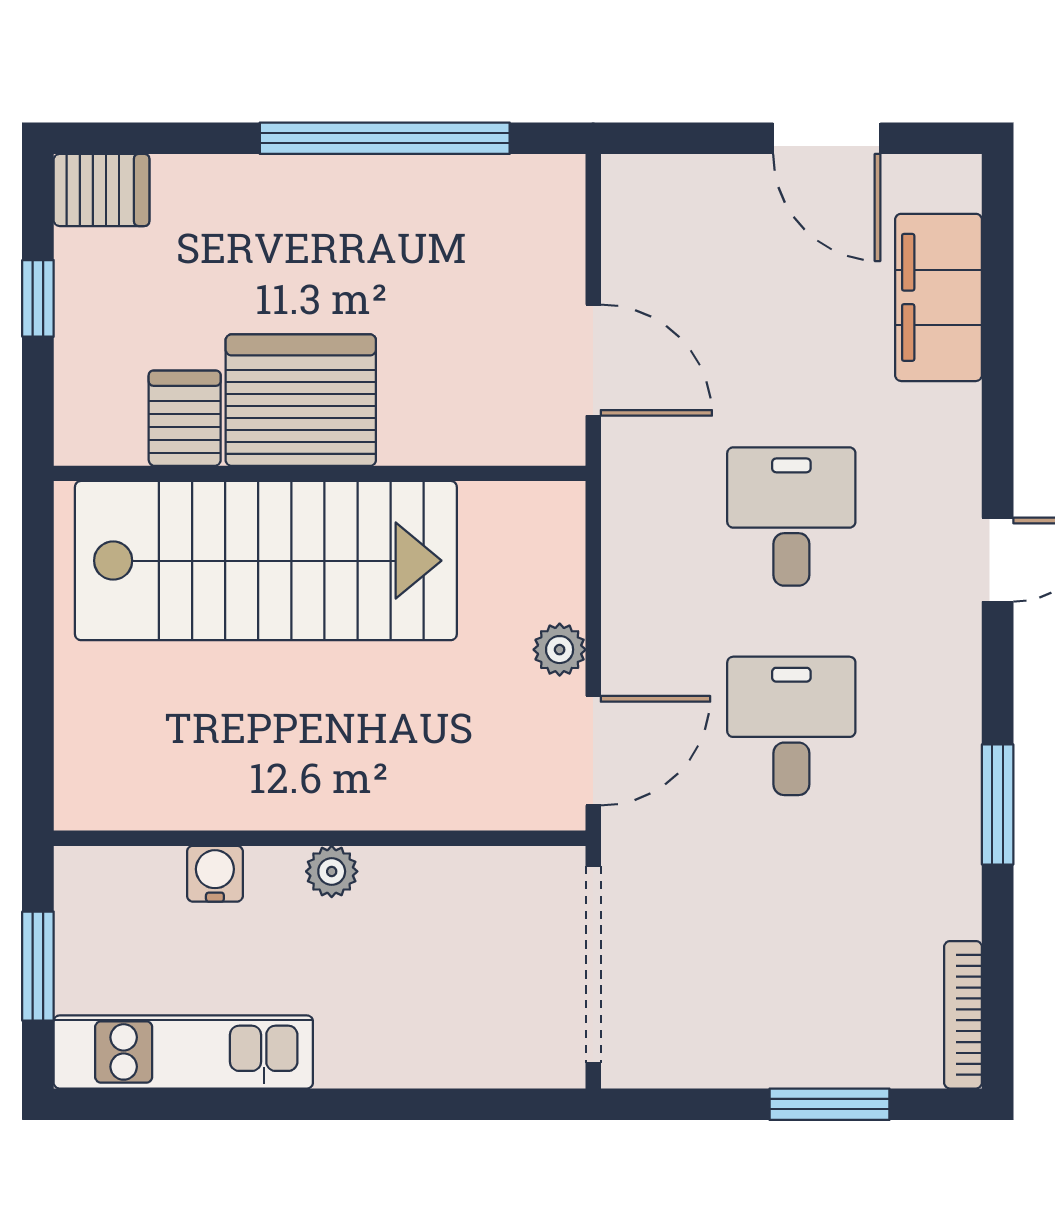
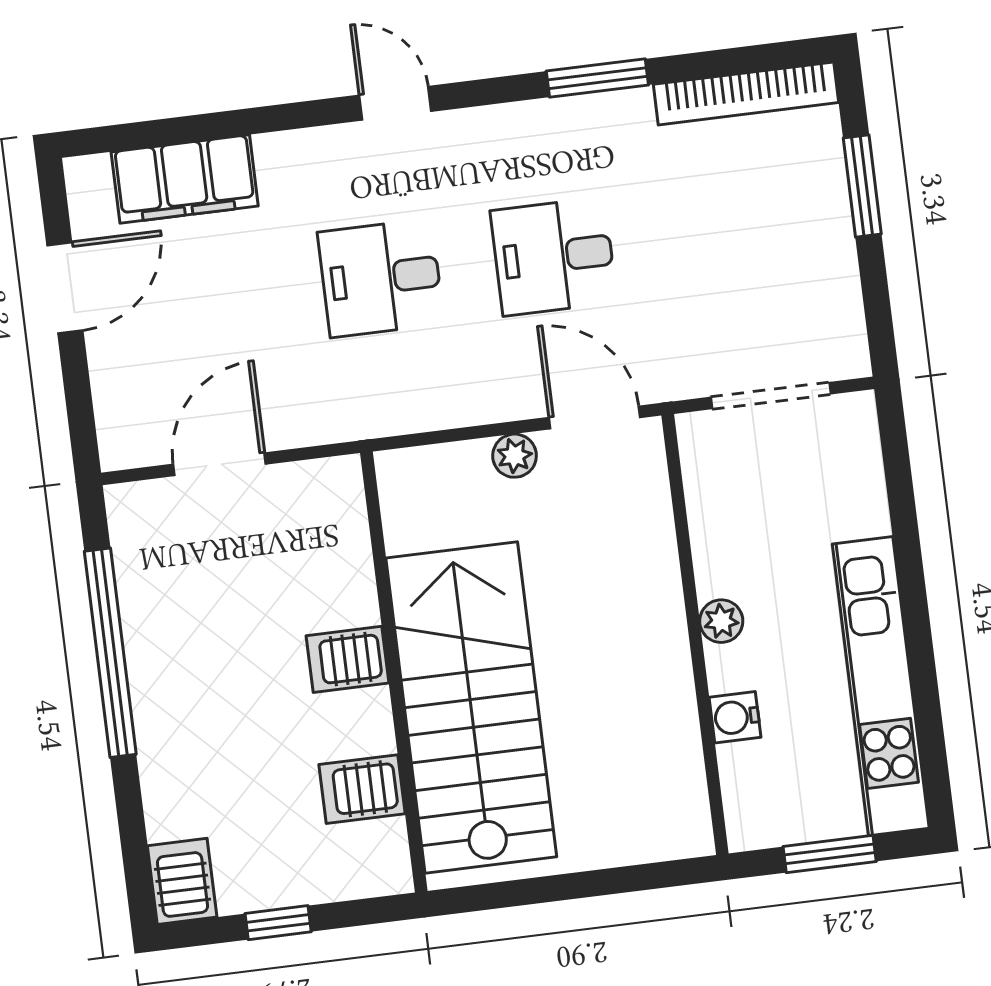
door: (593, 360) -> (220, 464), moved
server rack: (301, 400) -> (348, 659), width x0.46, depth x0.70
doorway: (593, 964) -> (771, 396), width x0.73
bookcase: (963, 1015) -> (746, 93), width x1.48, depth x1.31
kitchen unit: (183, 1052) -> (881, 686), width x1.36

